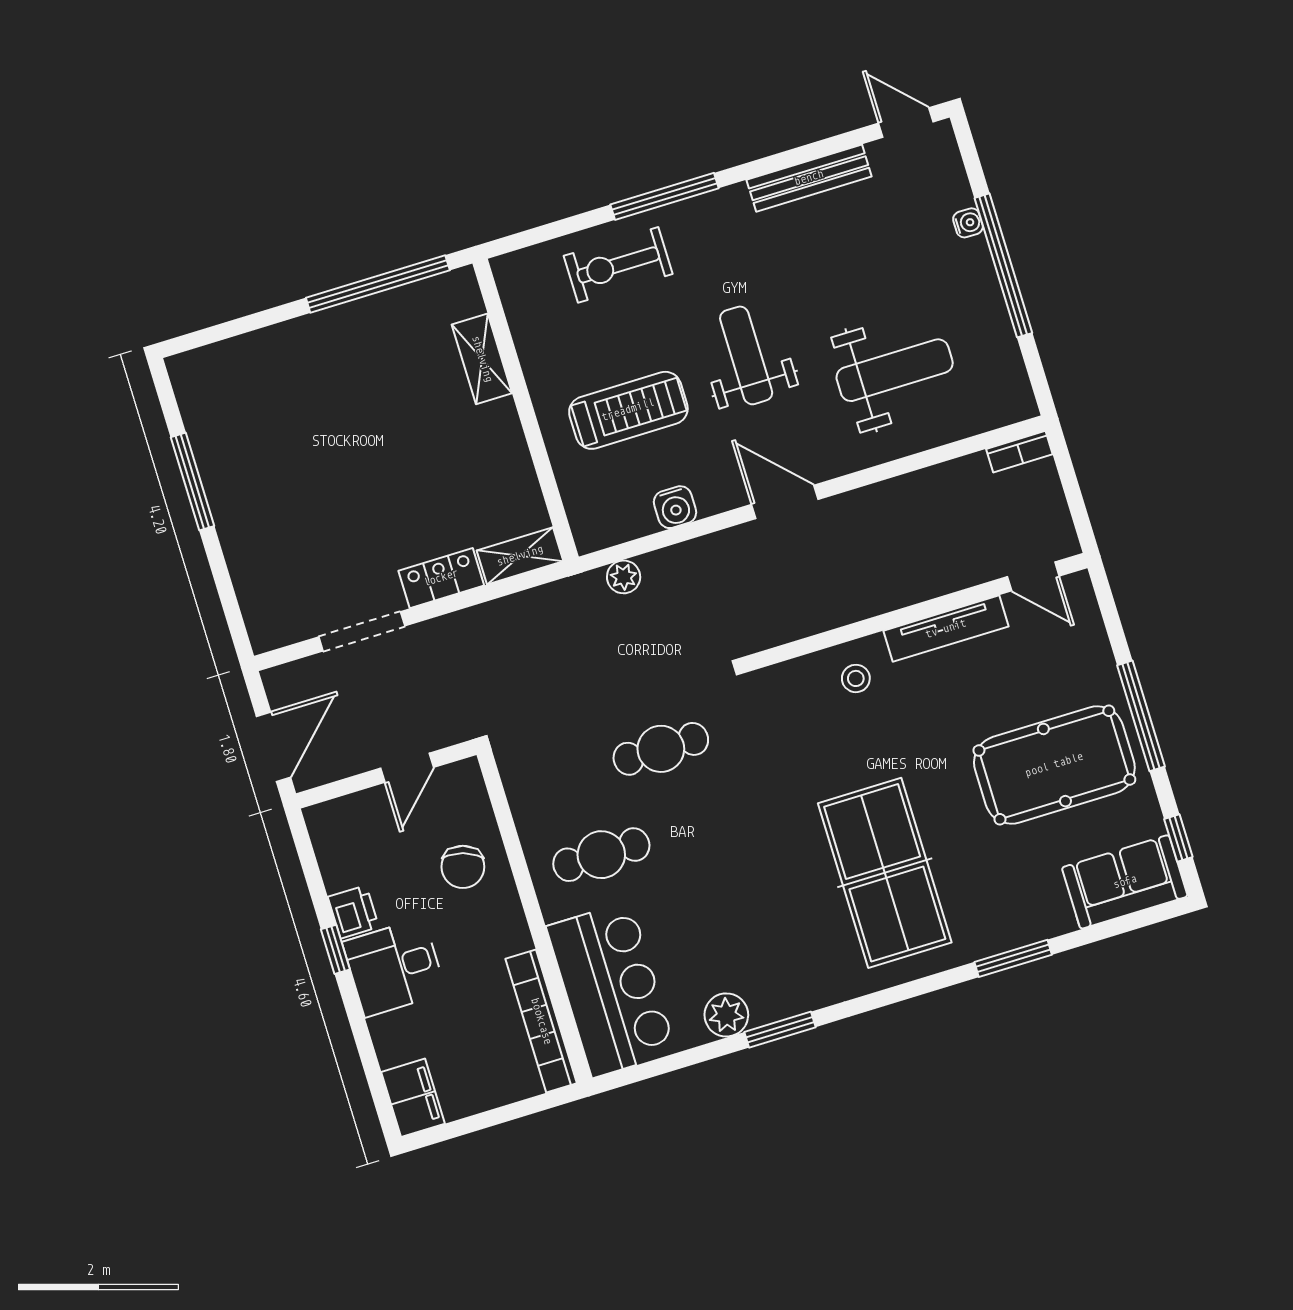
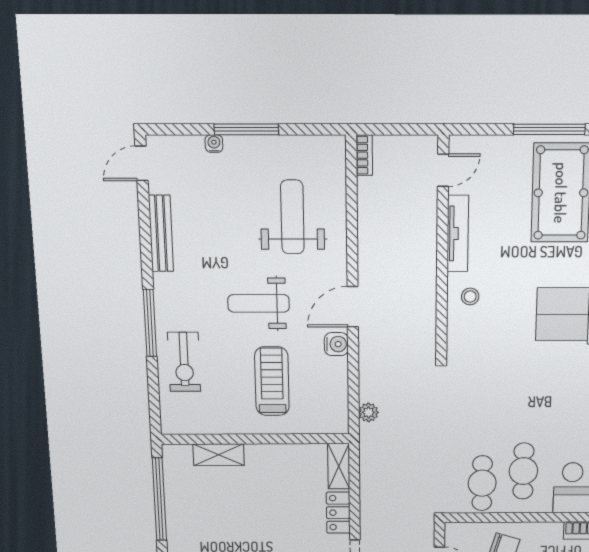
window: (1003, 265) -> (246, 129), width x0.68
water cooler: (675, 507) -> (336, 344), moved
cafe table: (661, 749) -> (482, 483), moved

